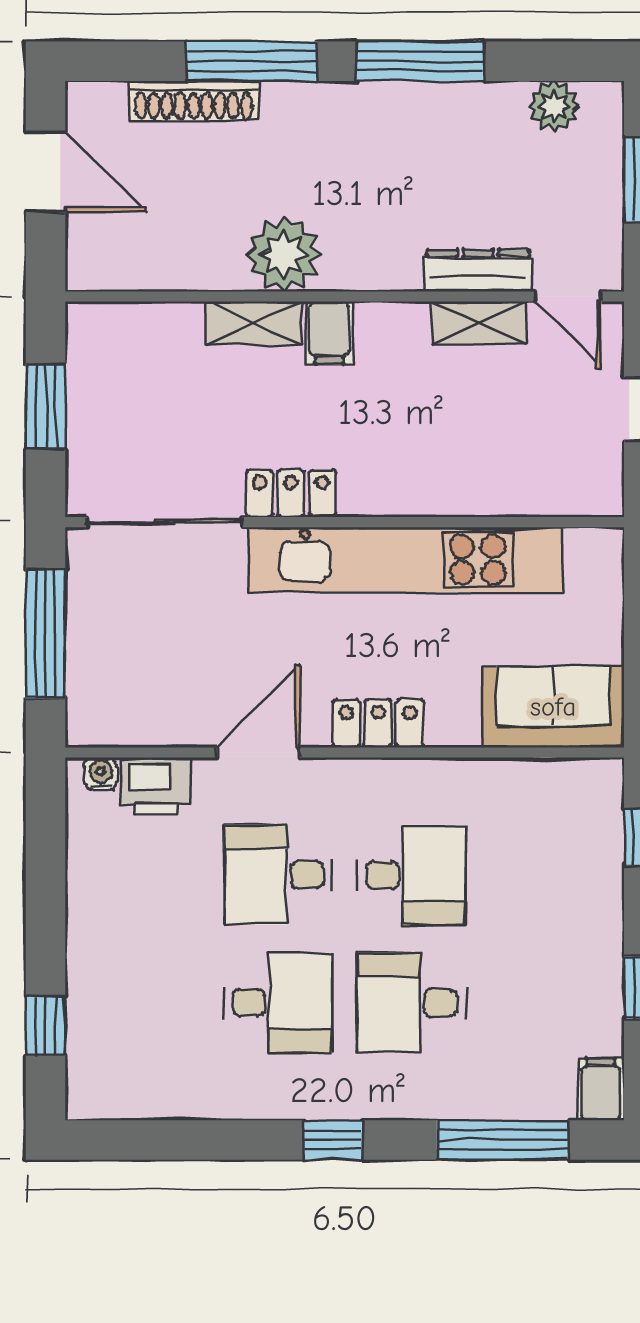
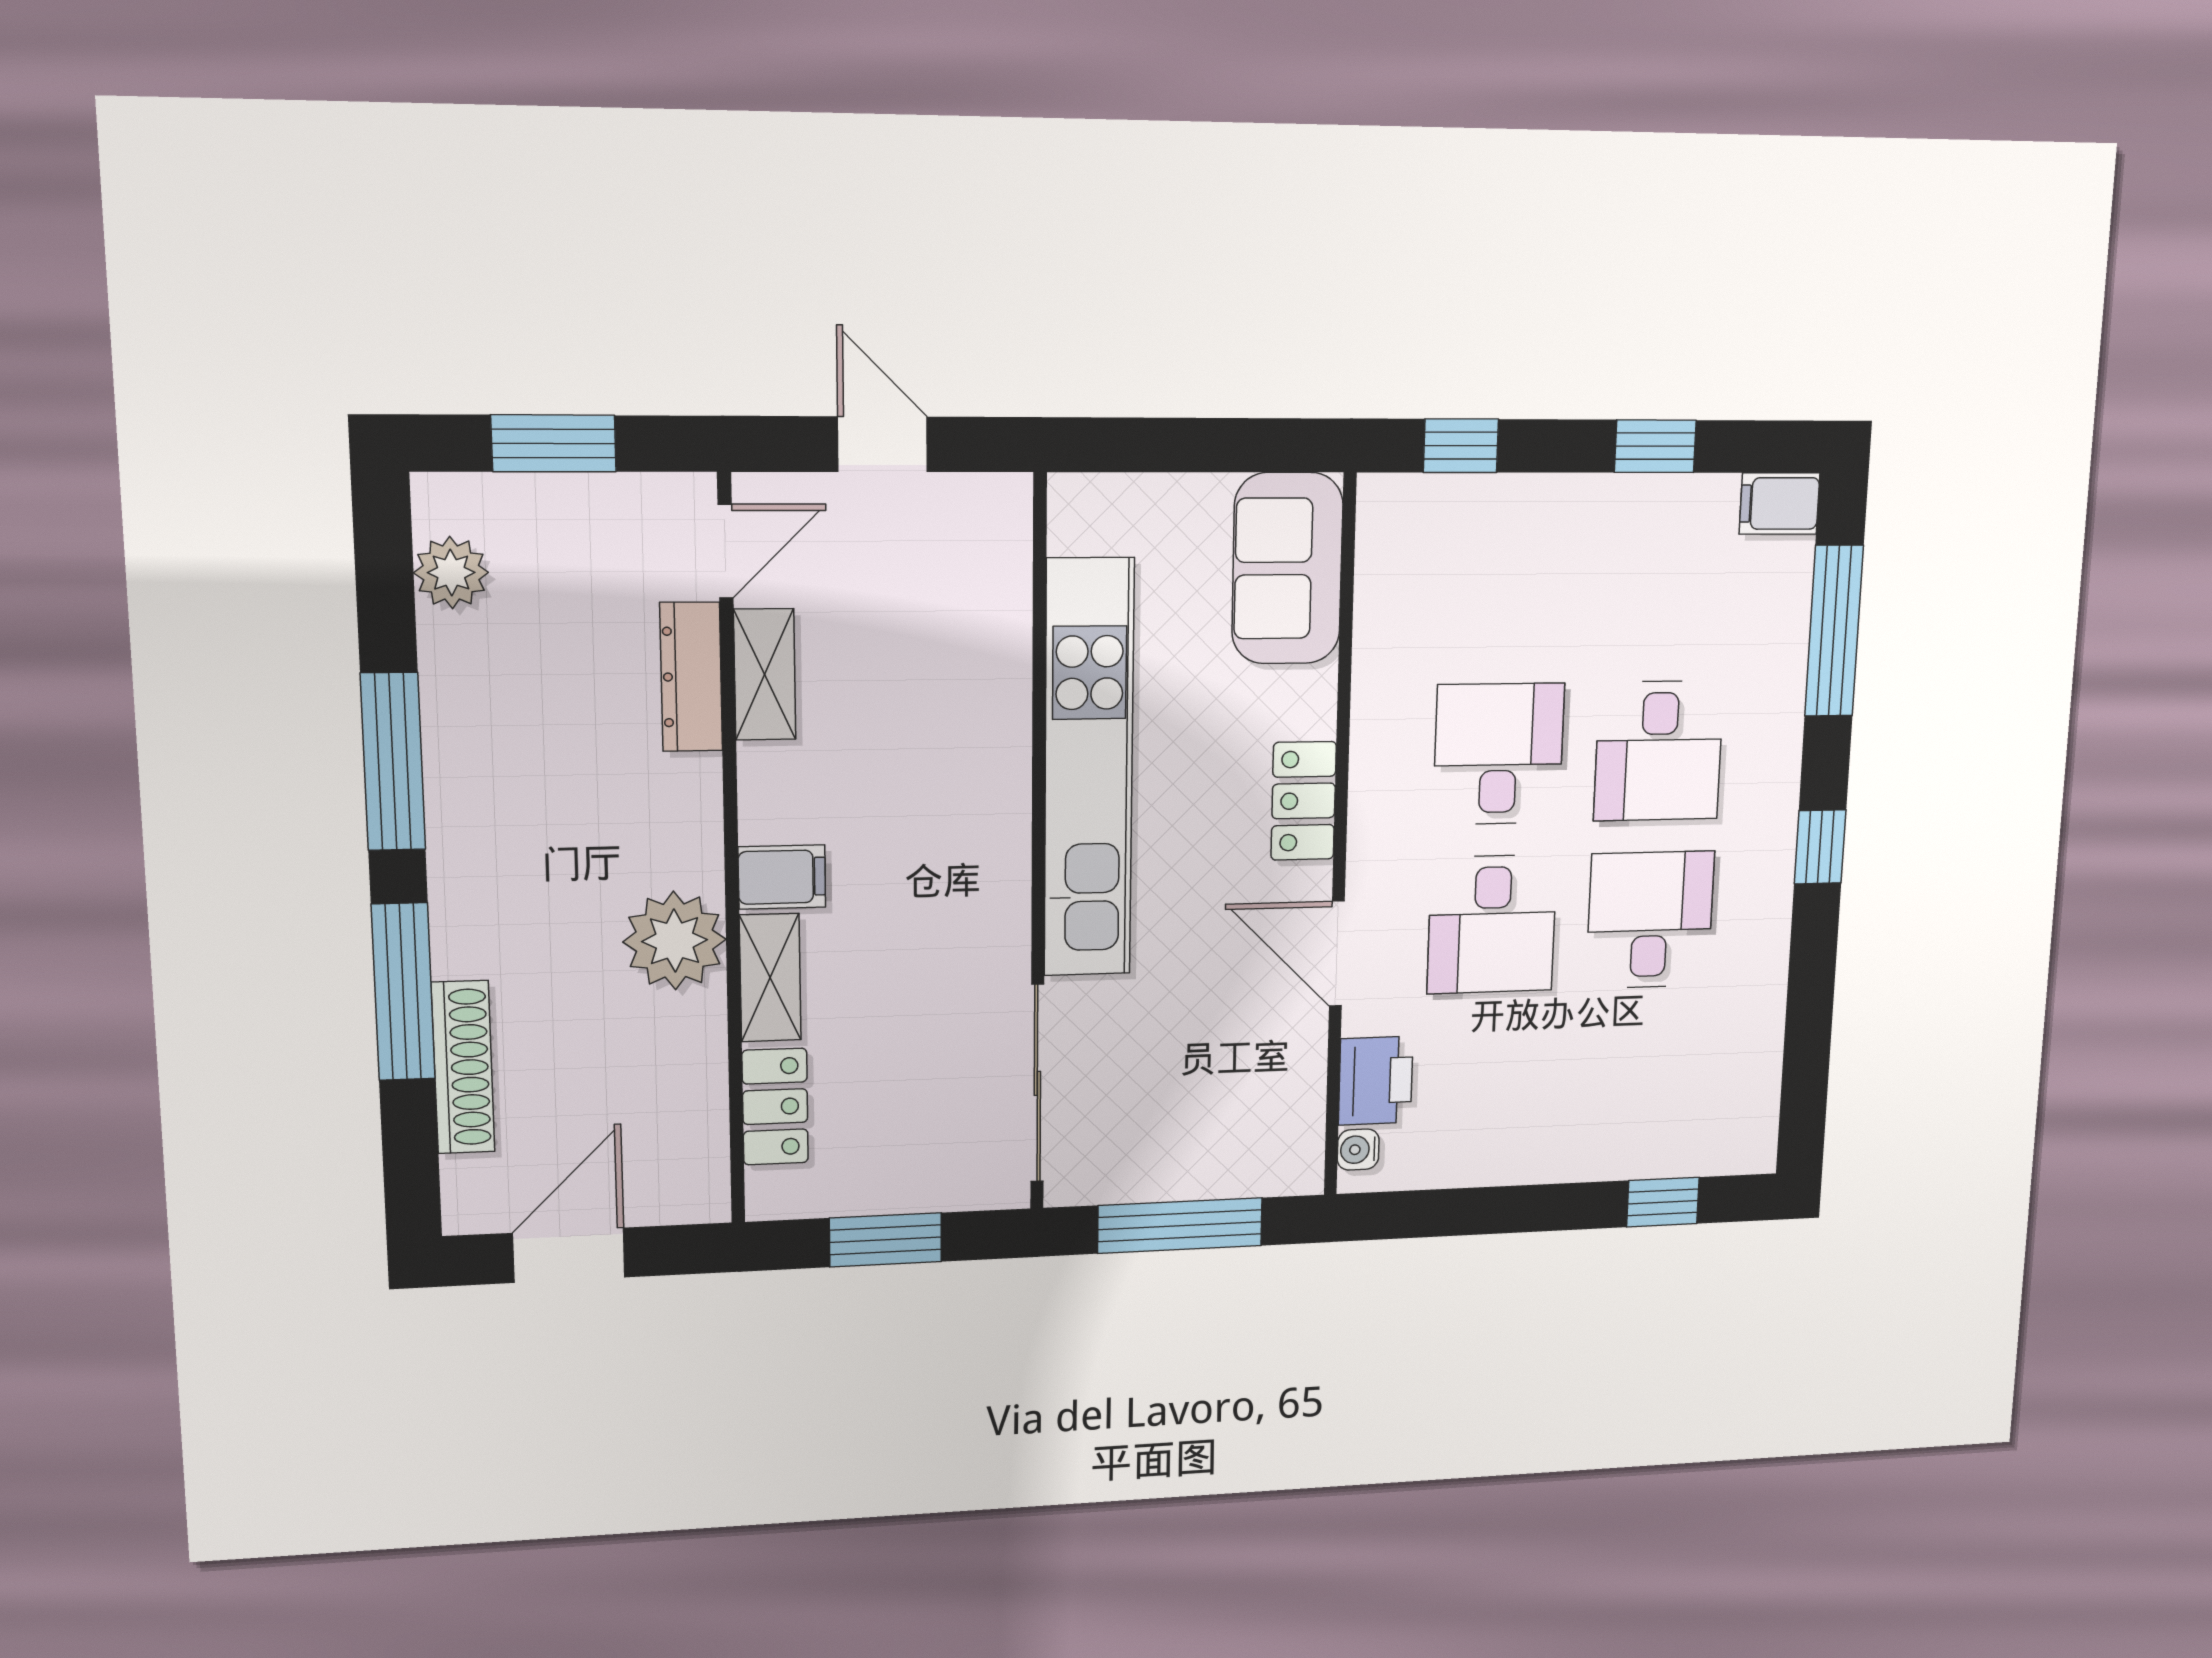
locker: (291, 493) -> (775, 1107), moved, turned 180

